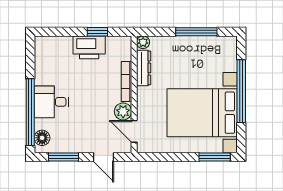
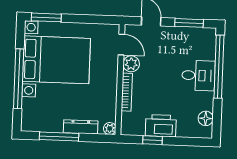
dresser: (144, 68) -> (81, 127), moved, turned 90
floor lamp: (42, 138) -> (206, 118), moved

